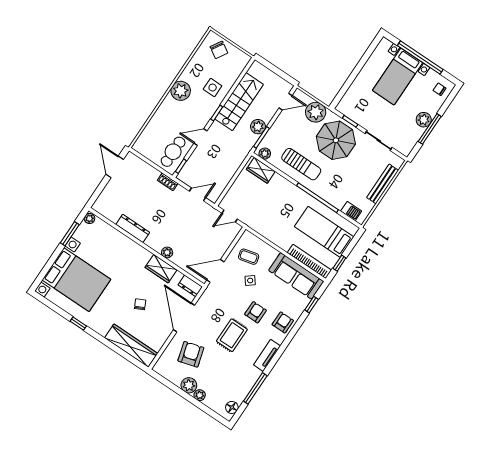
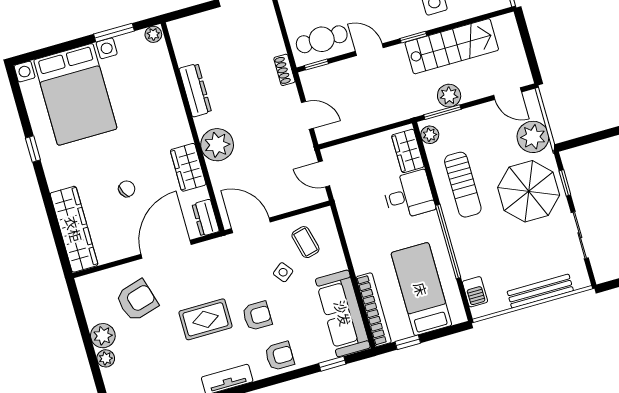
desk: (279, 191) -> (409, 195), added
plant: (167, 252) -> (217, 145), width x1.87, depth x1.87

